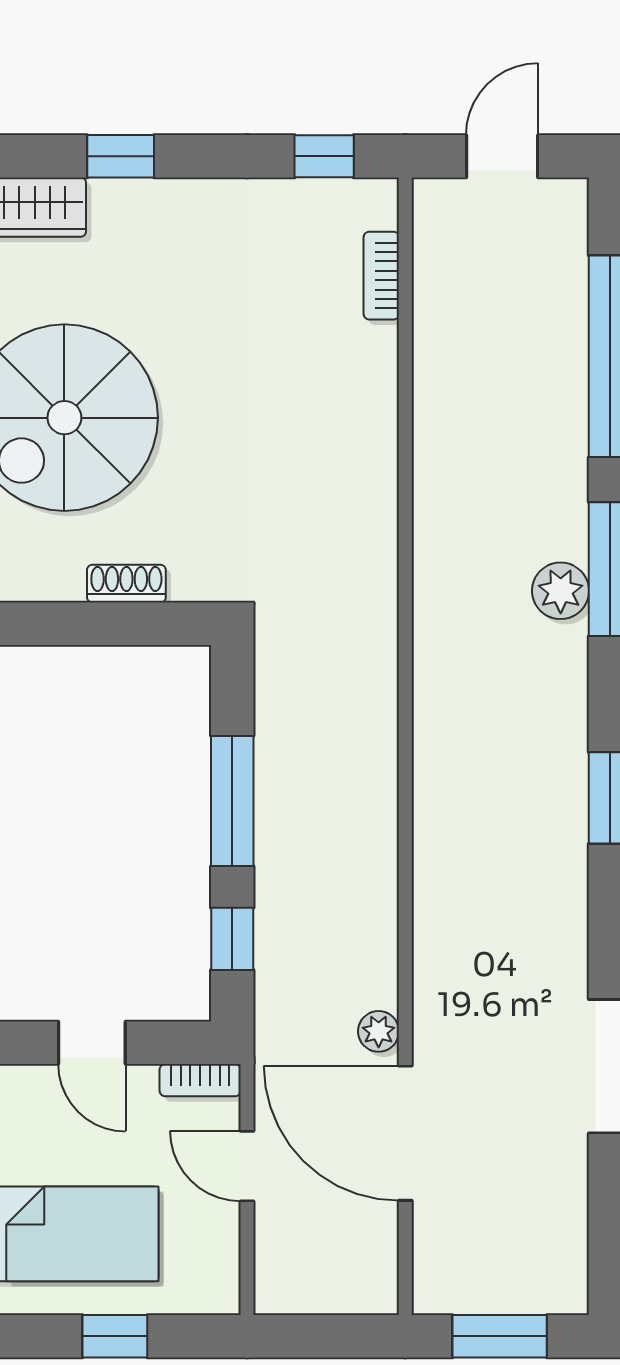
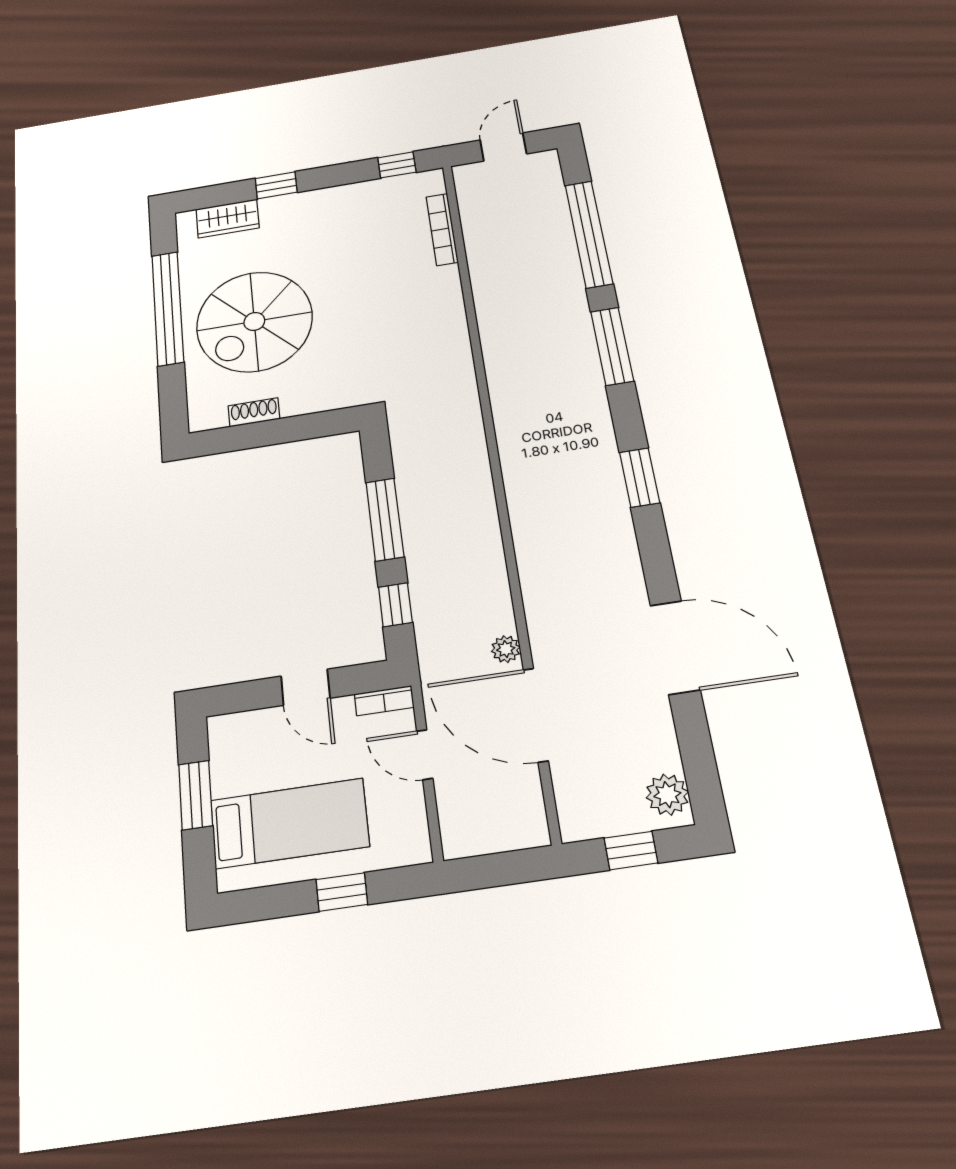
bookcase: (381, 276) -> (442, 229), width x1.56
shoe rack: (126, 584) -> (254, 412), moved
plant: (561, 591) -> (667, 795), moved
window: (500, 1336) -> (631, 850), width x0.67

